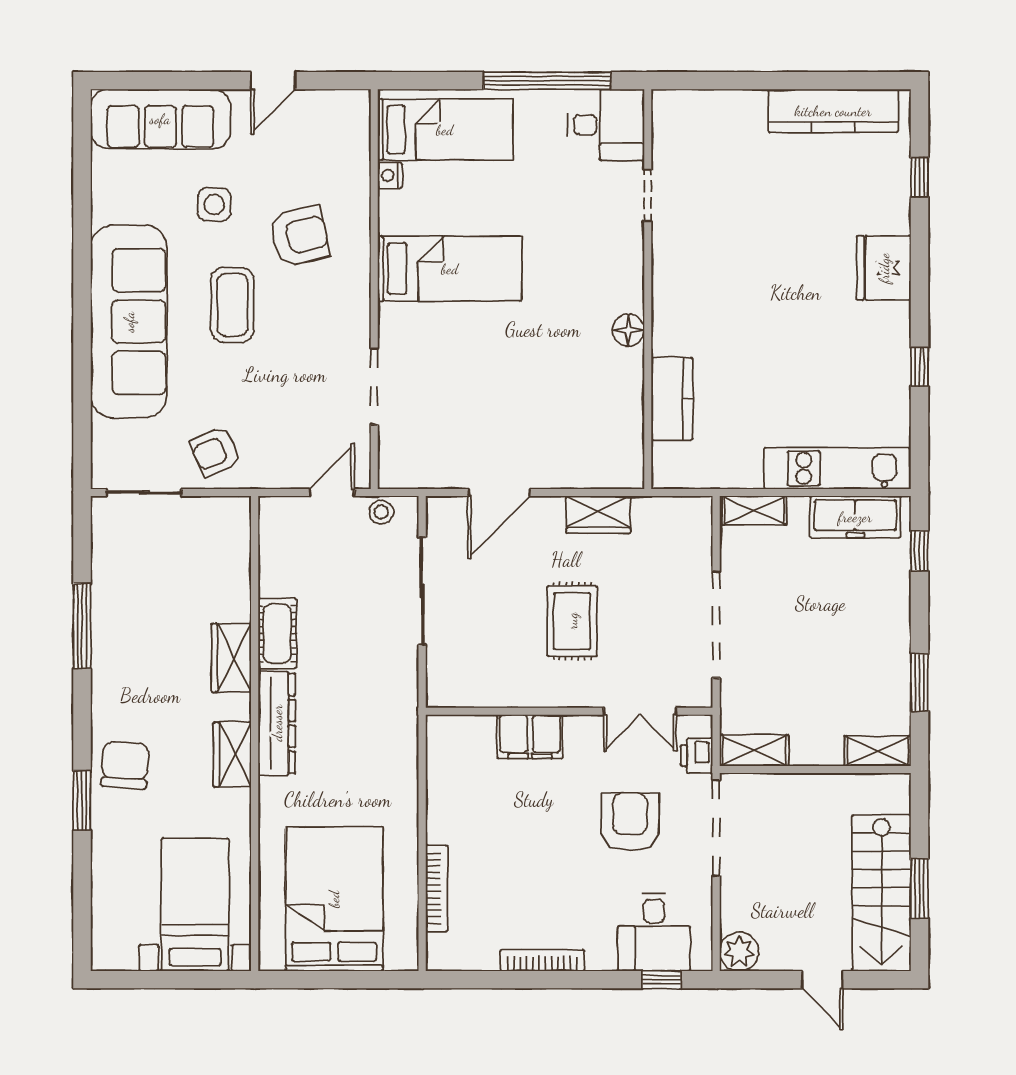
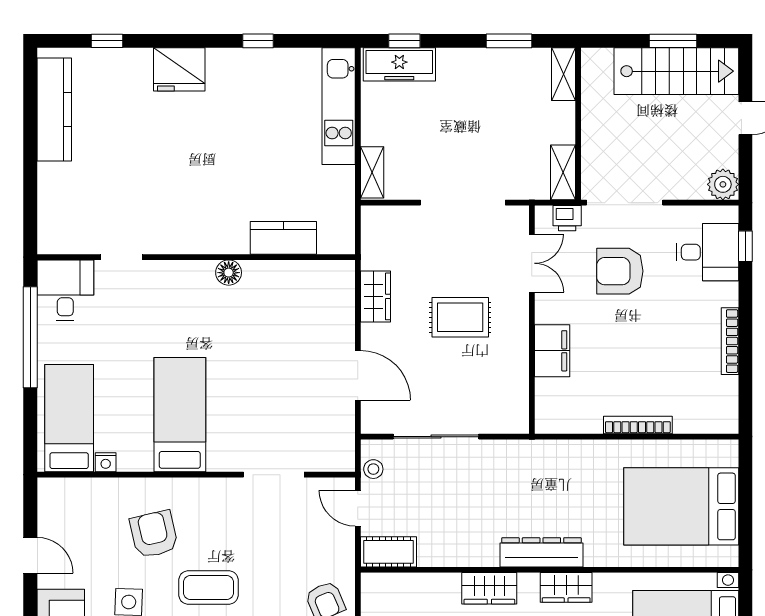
freezer: (855, 517) -> (399, 64), moved, turned 90
cot: (277, 634) -> (388, 552), moved
bookcase: (437, 888) -> (638, 425), moved

